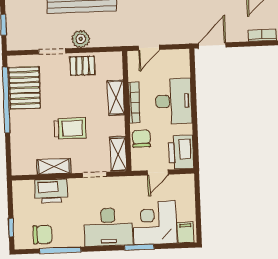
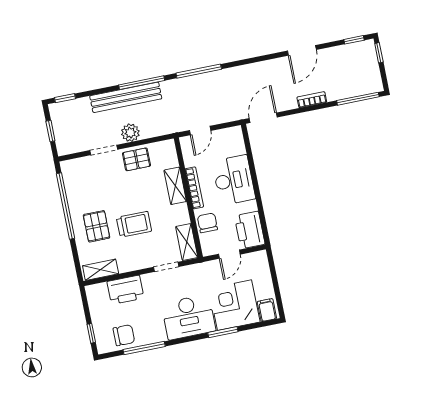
pallet: (25, 88) -> (97, 226), moved, width x0.67, depth x0.71
shelving: (54, 166) -> (101, 270), moved

